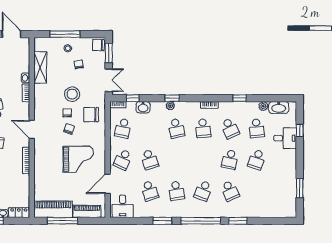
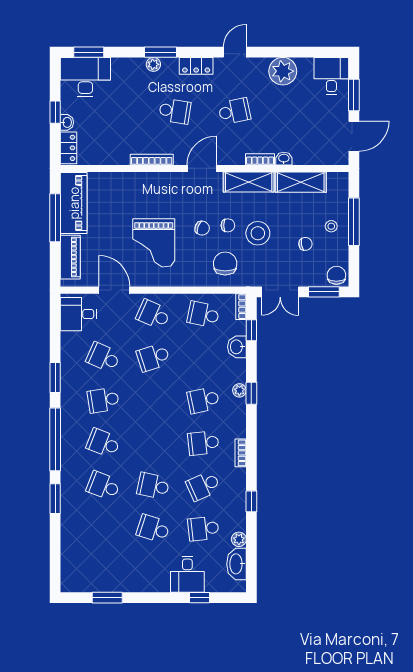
shelving: (40, 100) -> (249, 182), added
school desk: (150, 191) -> (103, 357), turned 42
school desk: (230, 191) -> (103, 486), turned 45

